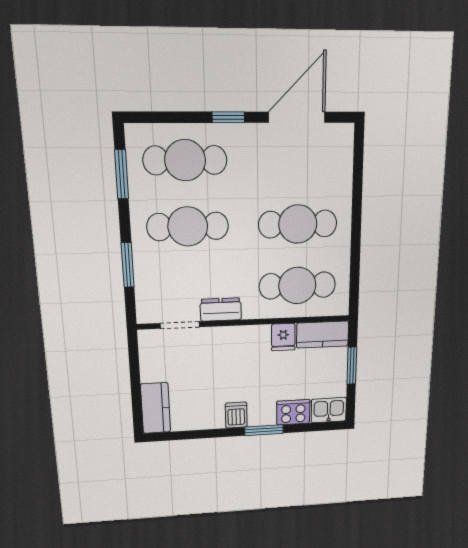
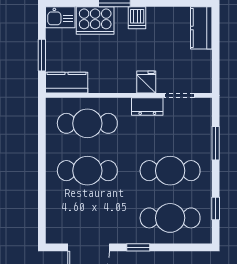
window: (122, 174) -> (216, 209), width x0.67
fridge: (283, 337) -> (146, 82), moved
cooker: (293, 412) -> (95, 21), width x1.37, depth x1.31

